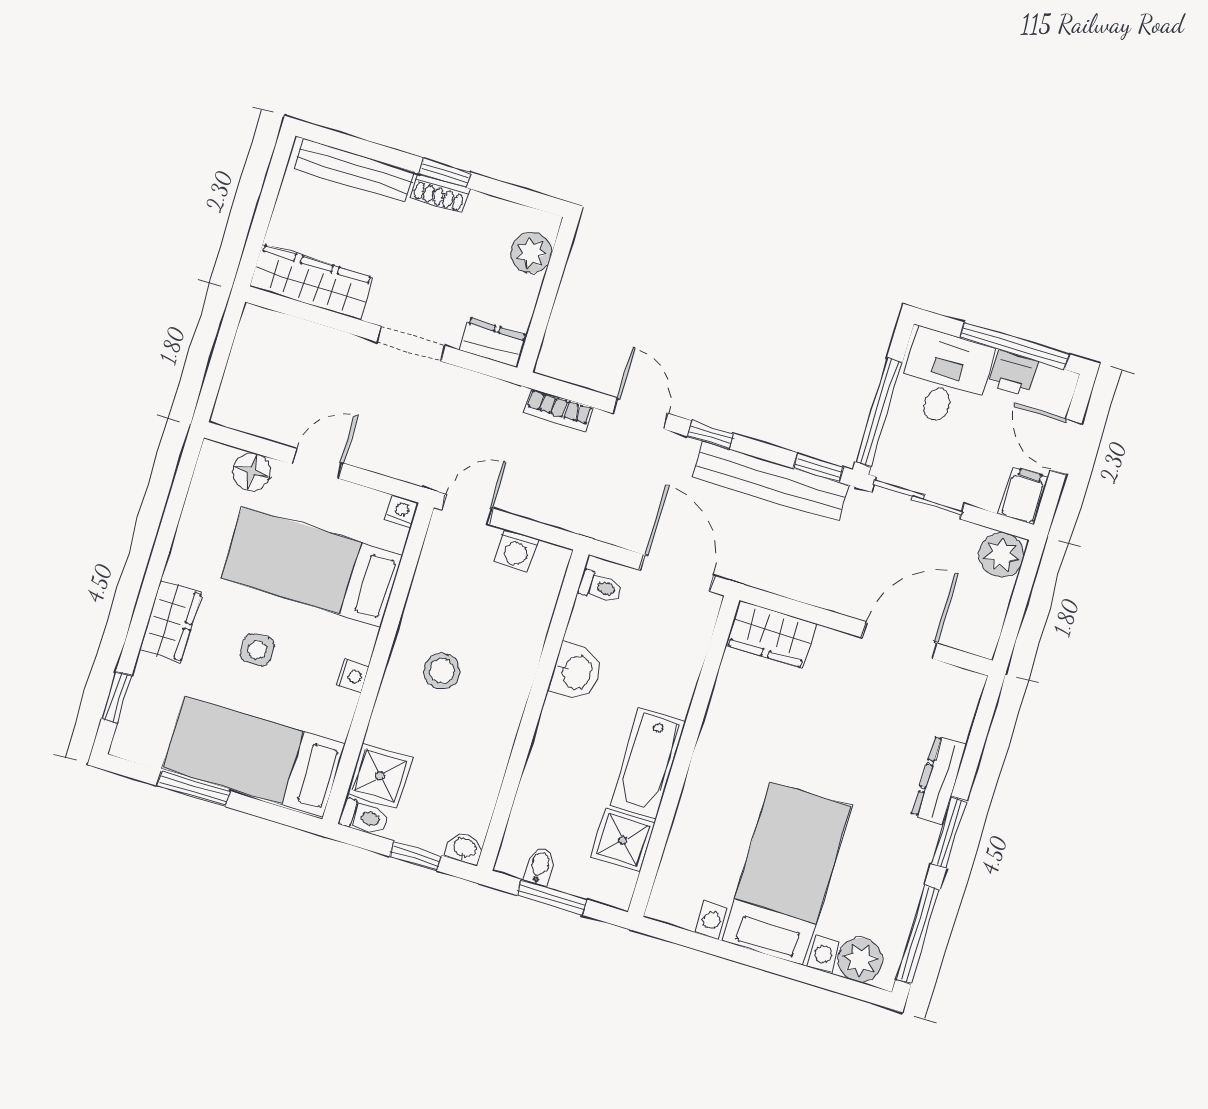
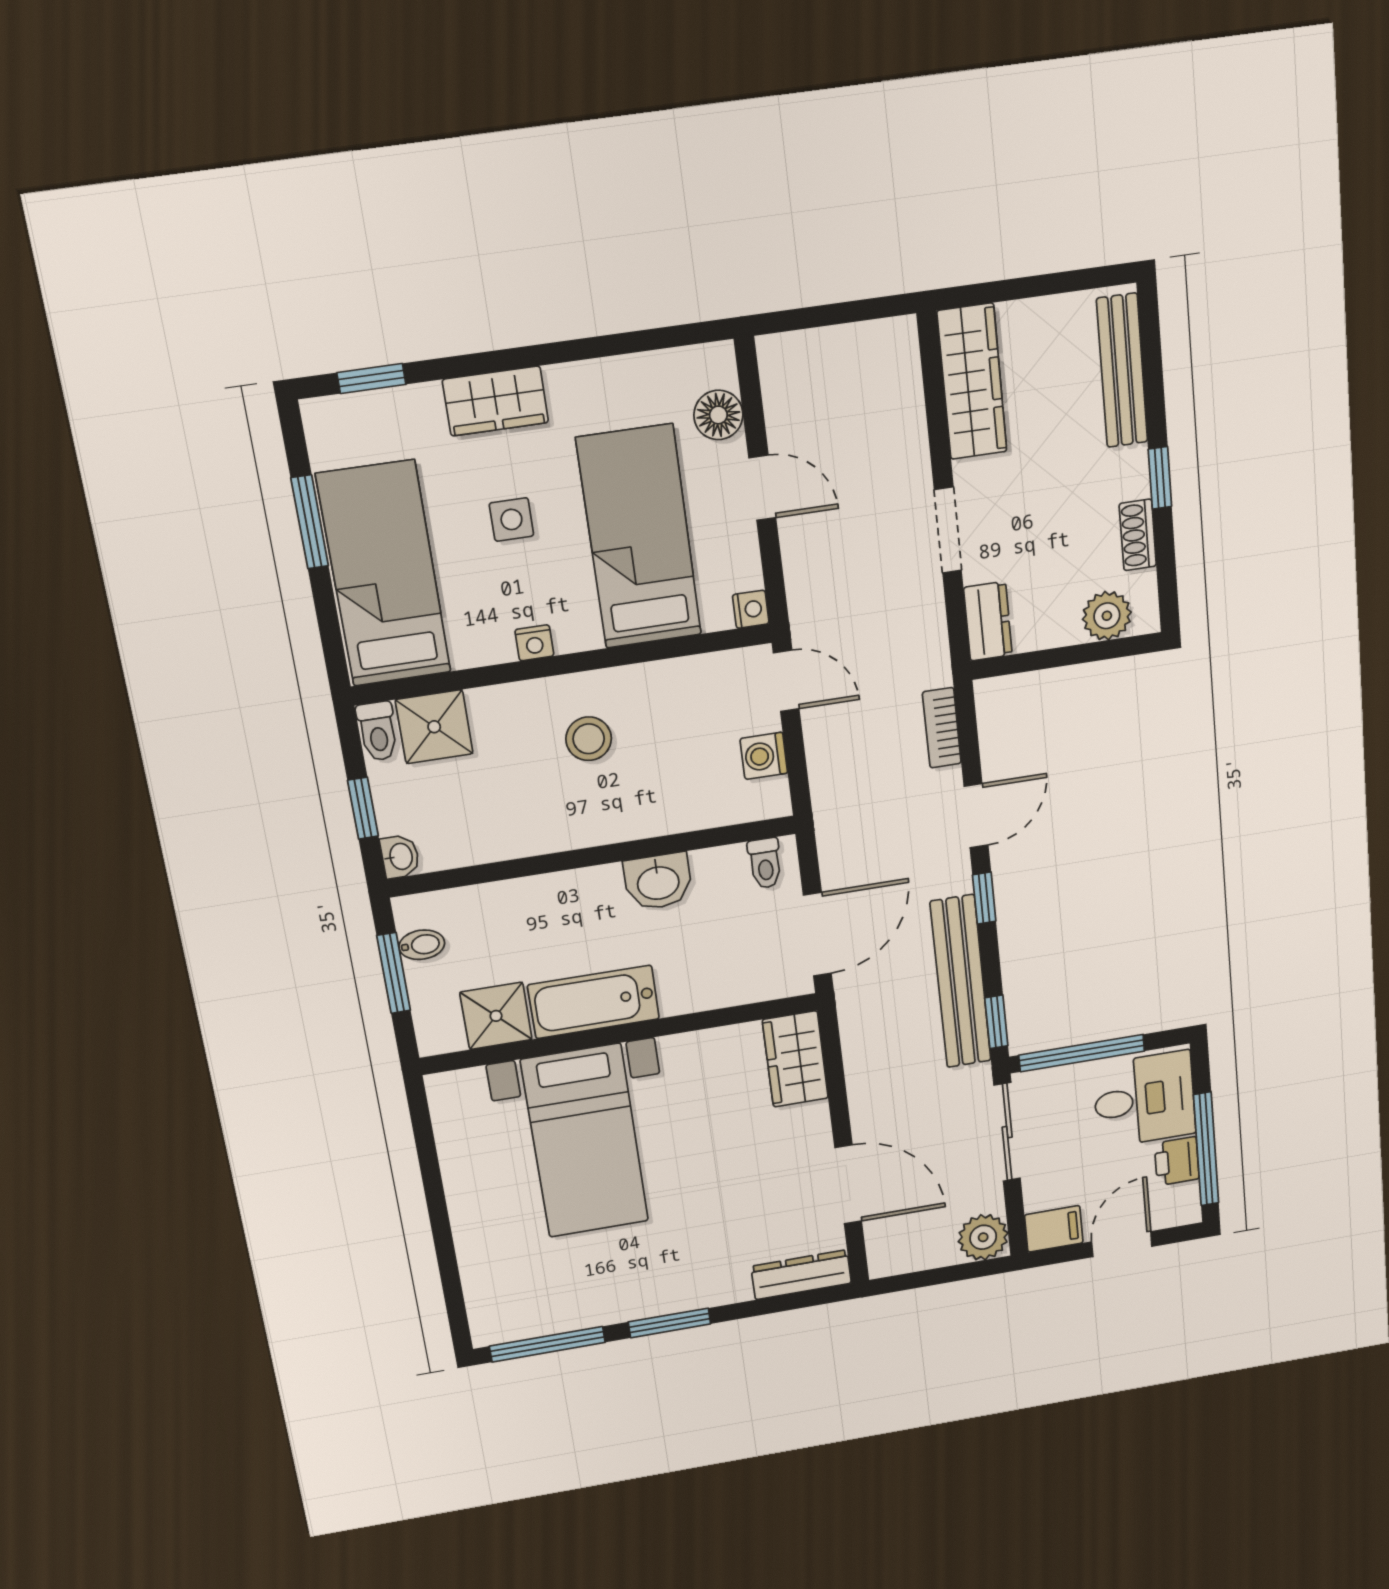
shoe rack: (439, 193) -> (1138, 535), moved
dresser: (939, 780) -> (801, 1275), moved
bed with nightstands: (787, 873) -> (585, 1141), moved, turned 90
plant: (860, 960) -> (491, 1304), removed

